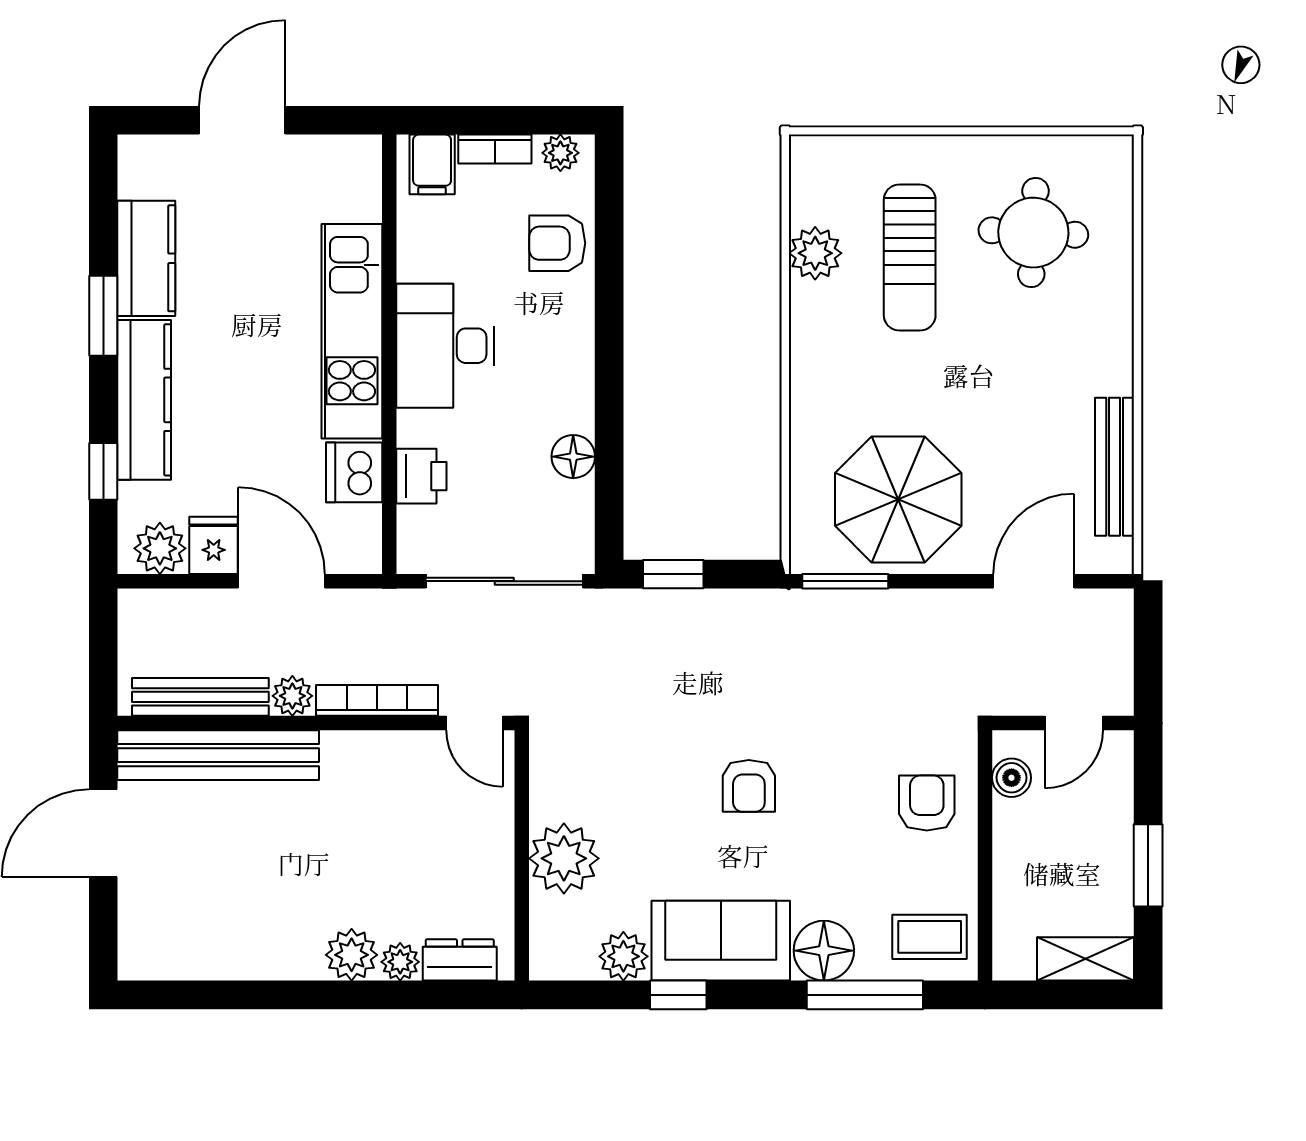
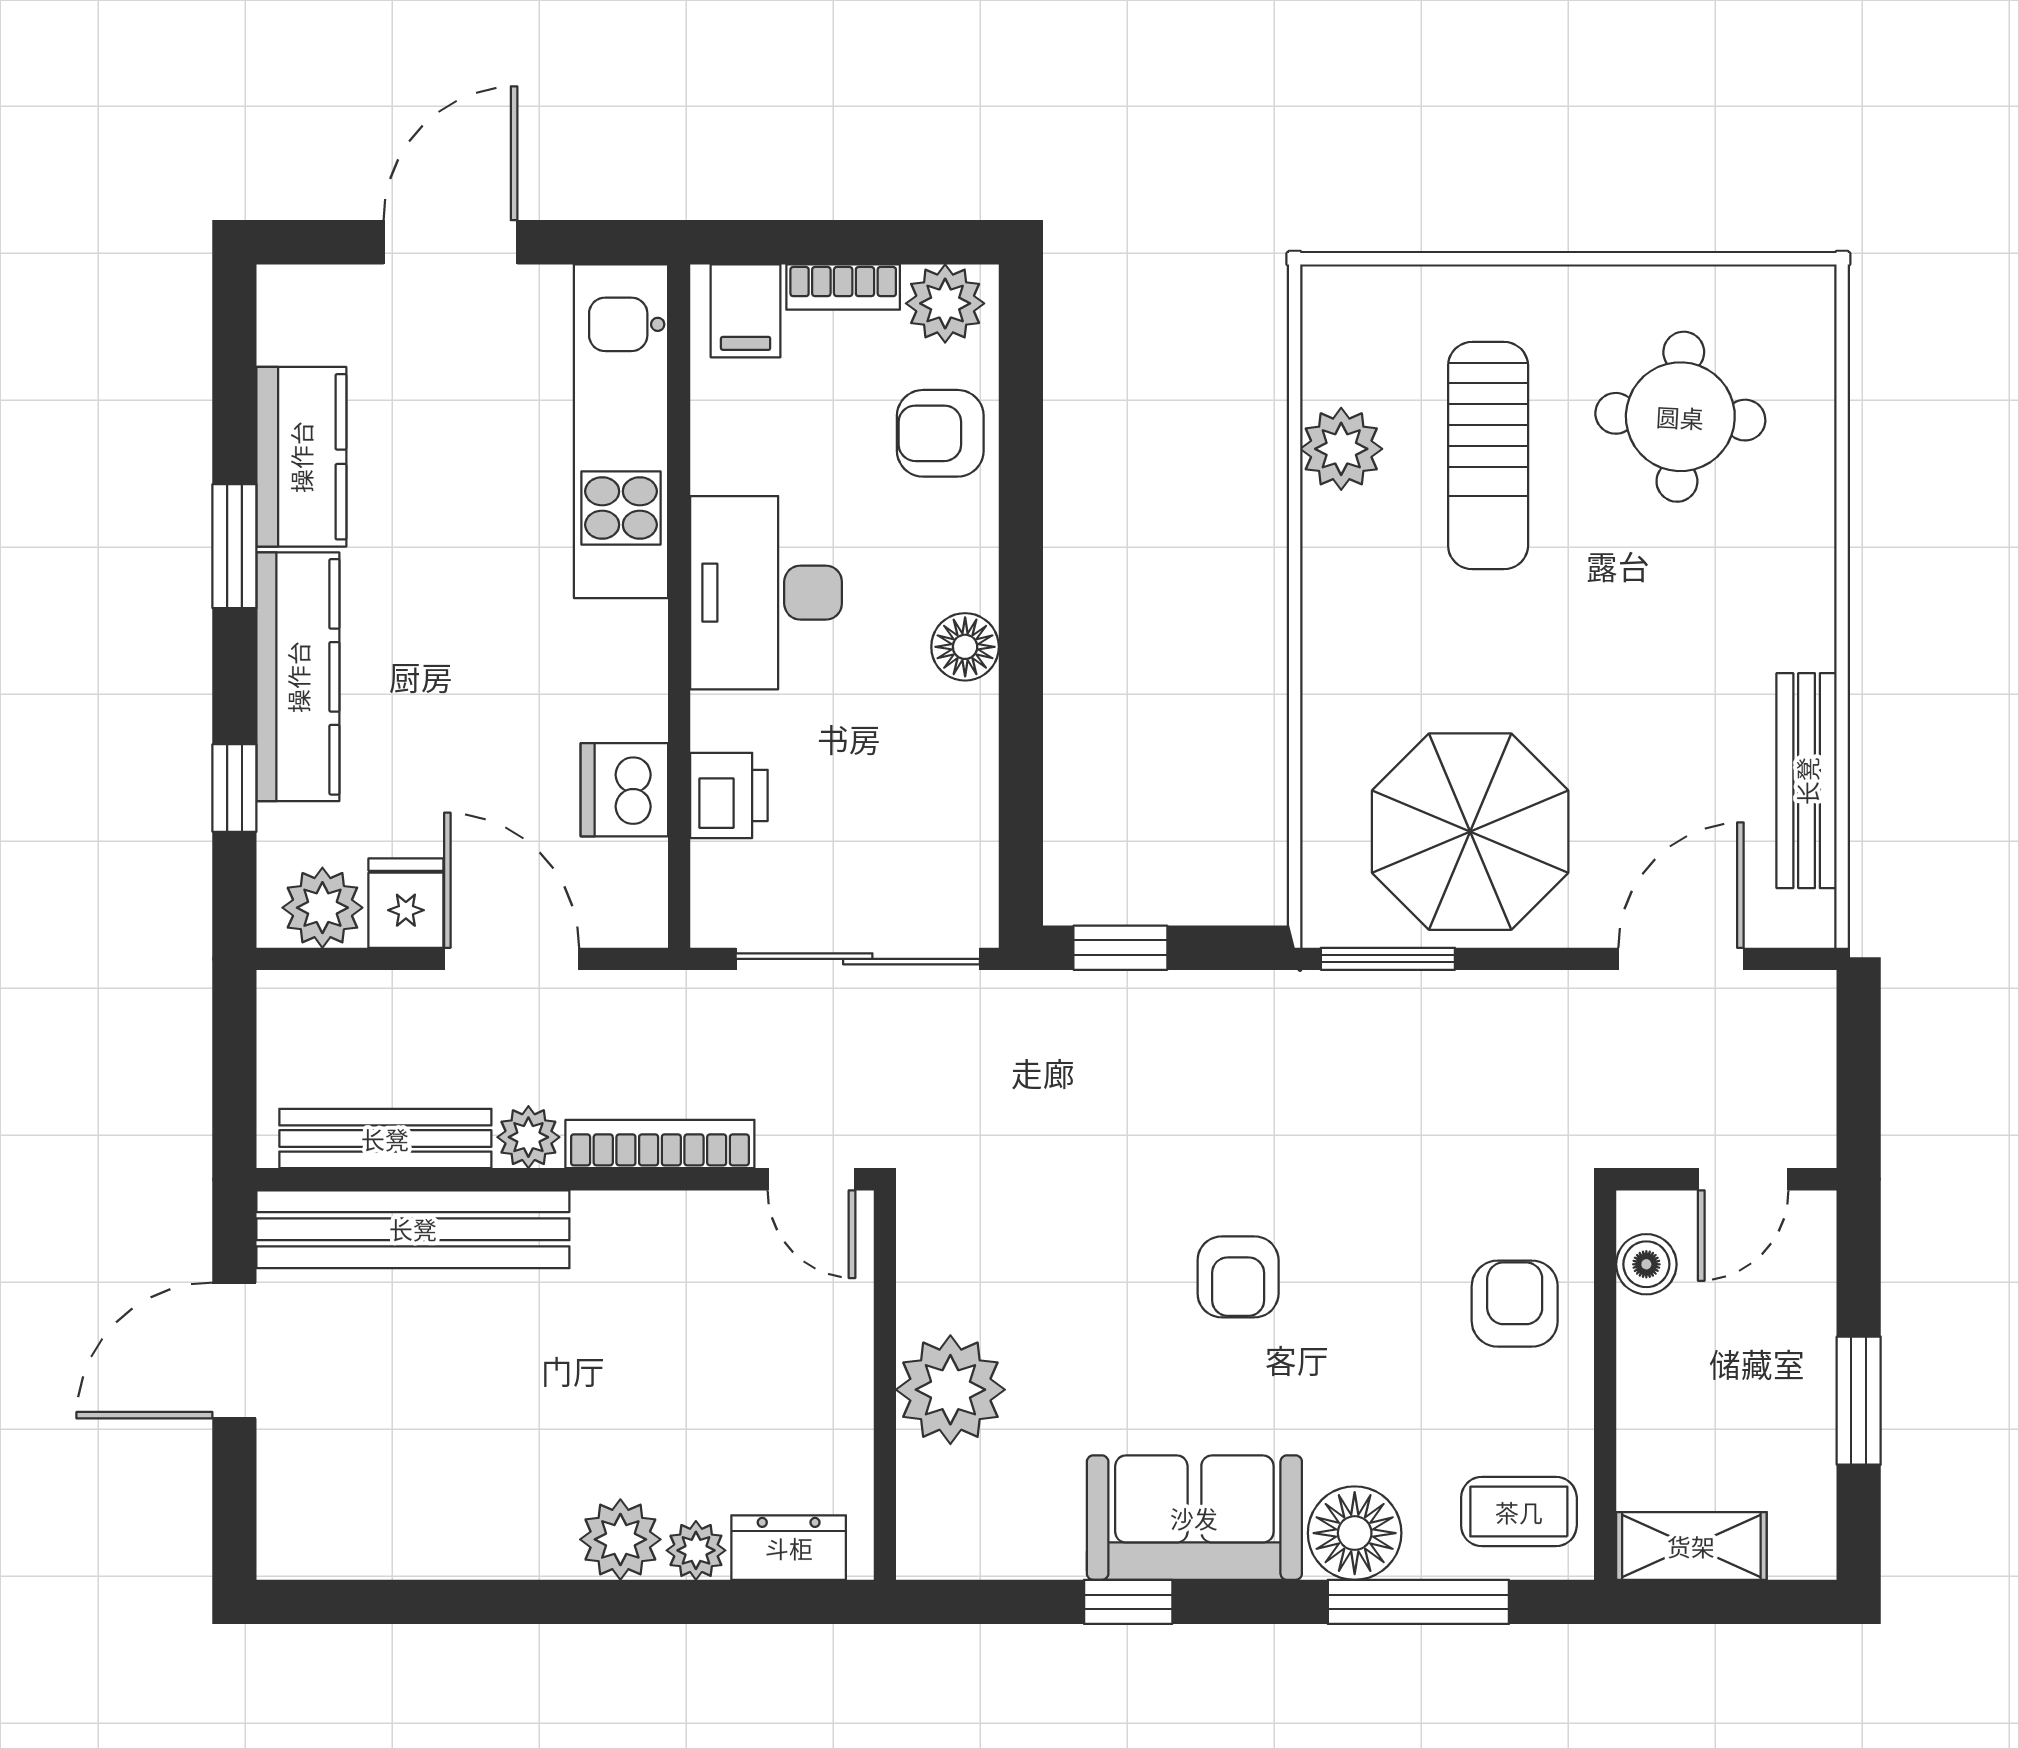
plant: (560, 153) -> (945, 303), width x1.38, depth x1.38
kitchen unit: (352, 331) -> (621, 431), moved
floor lamp: (573, 457) -> (965, 647), moved
plant: (623, 956) -> (1043, 1542), removed
shelving: (1085, 959) -> (1691, 1546), moved

